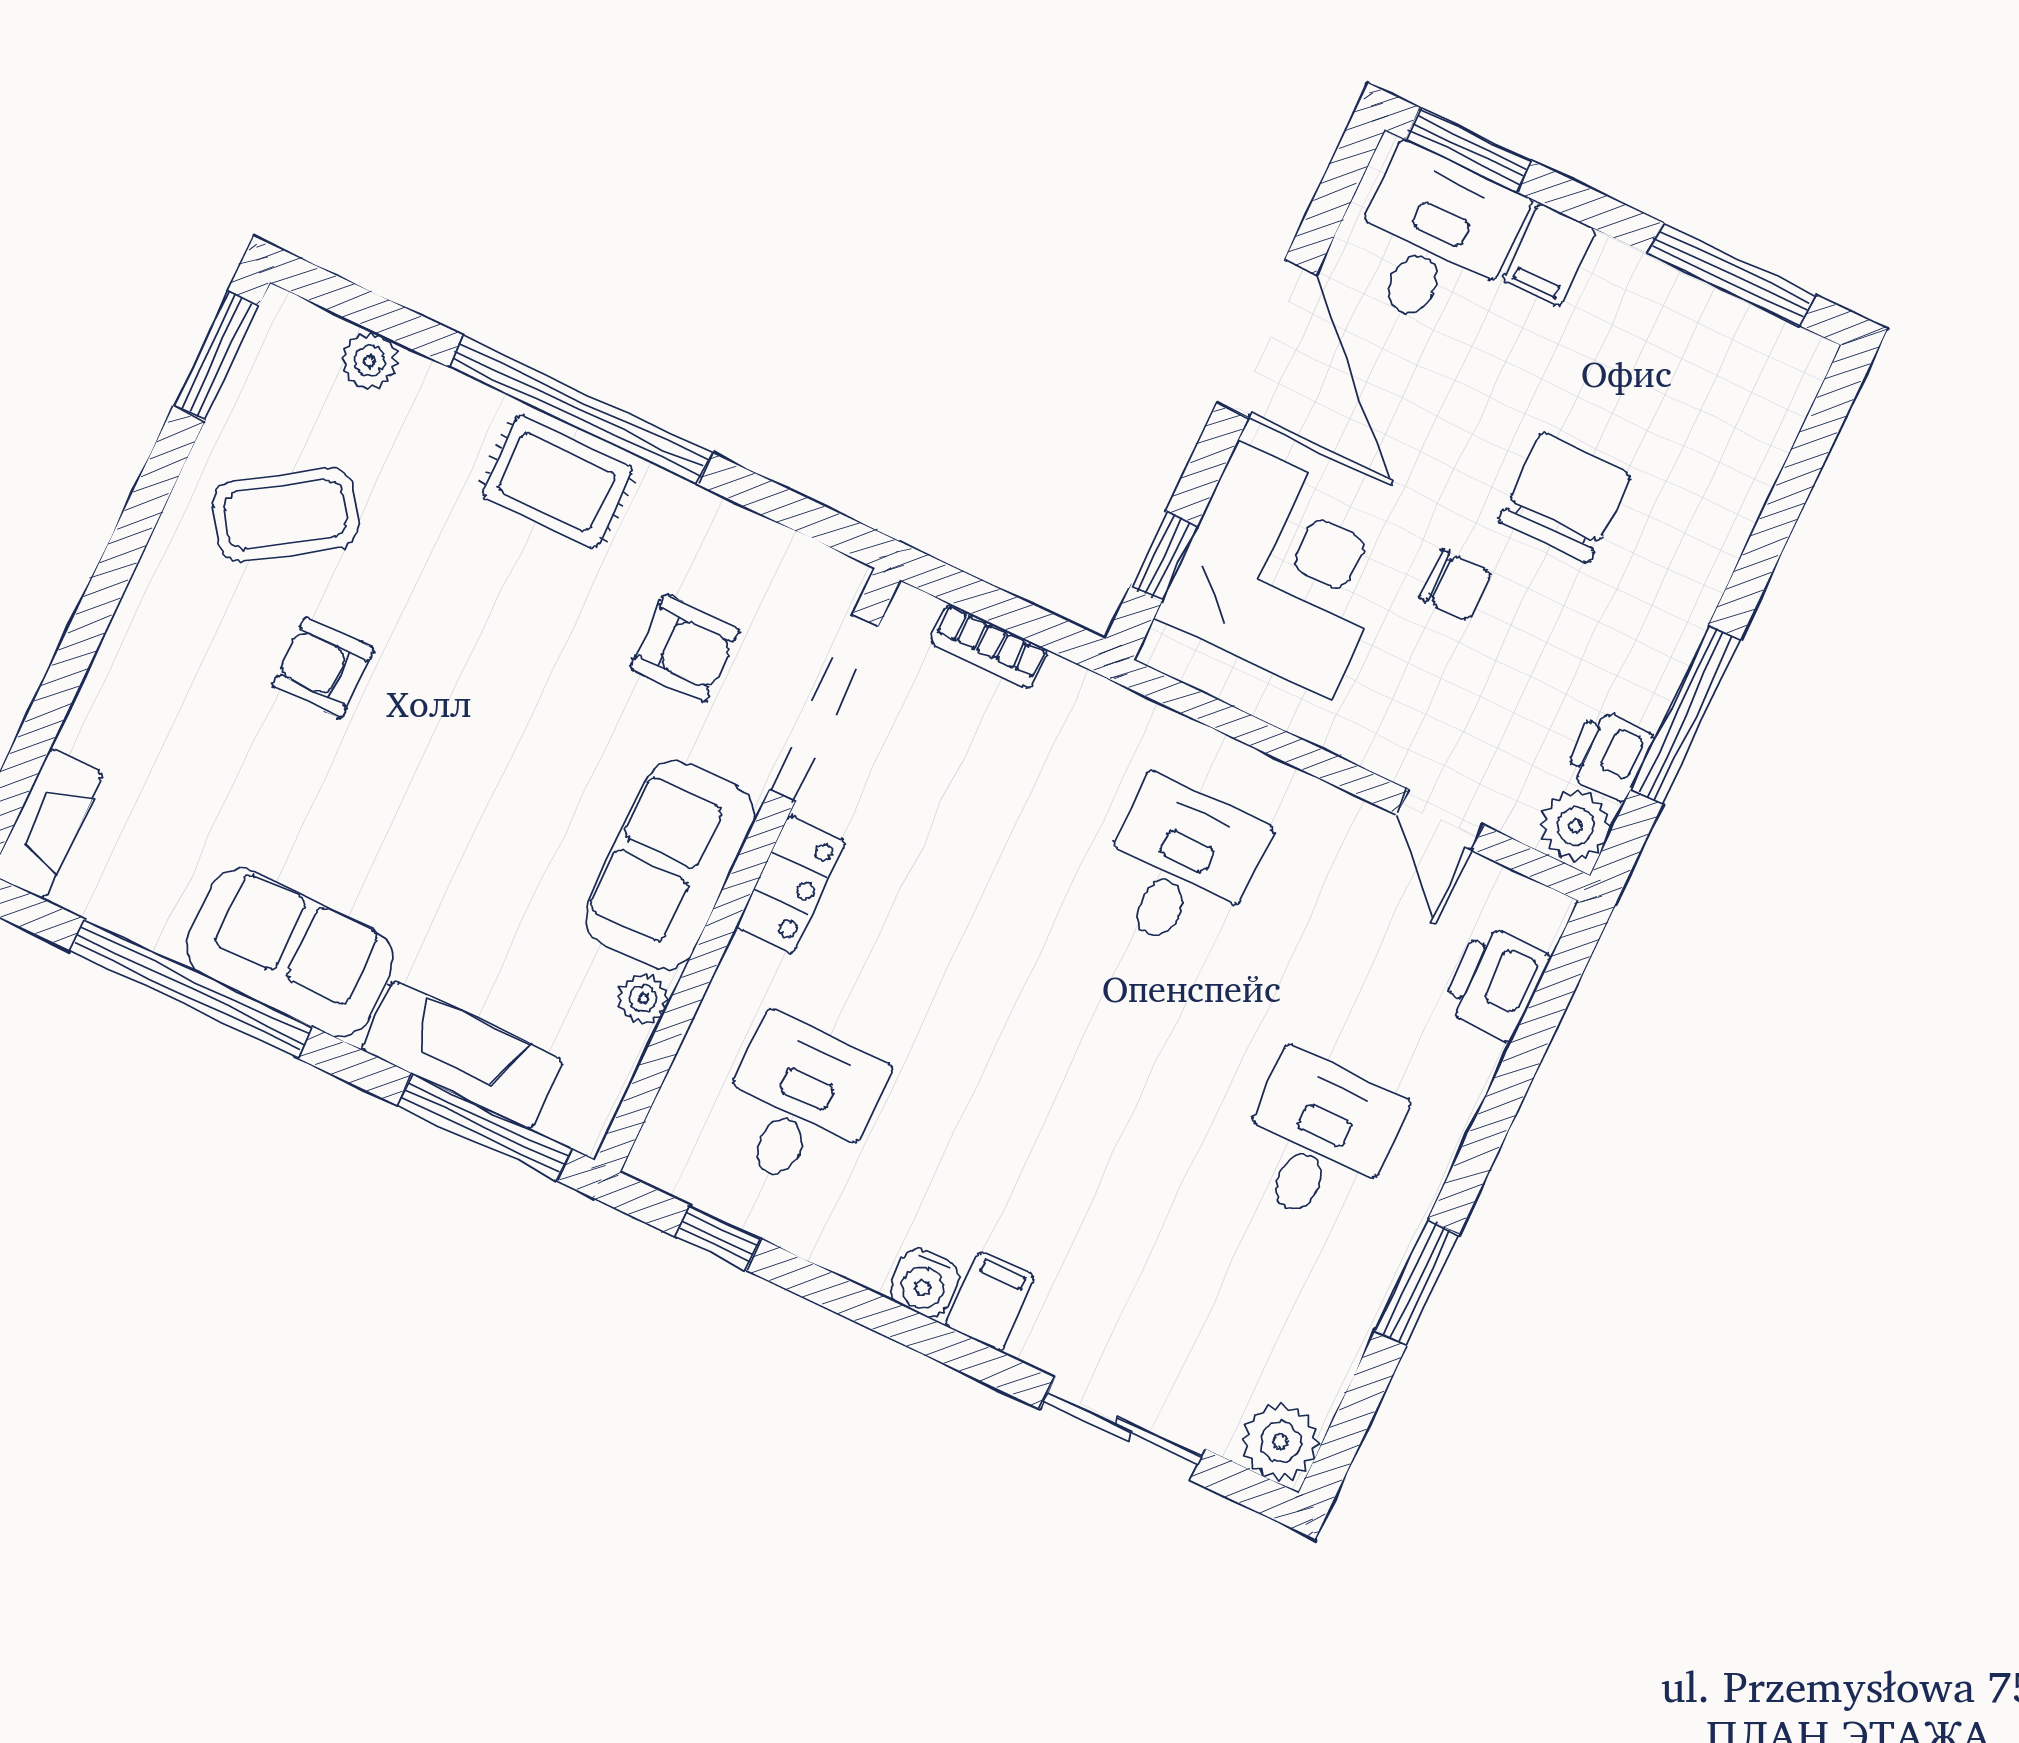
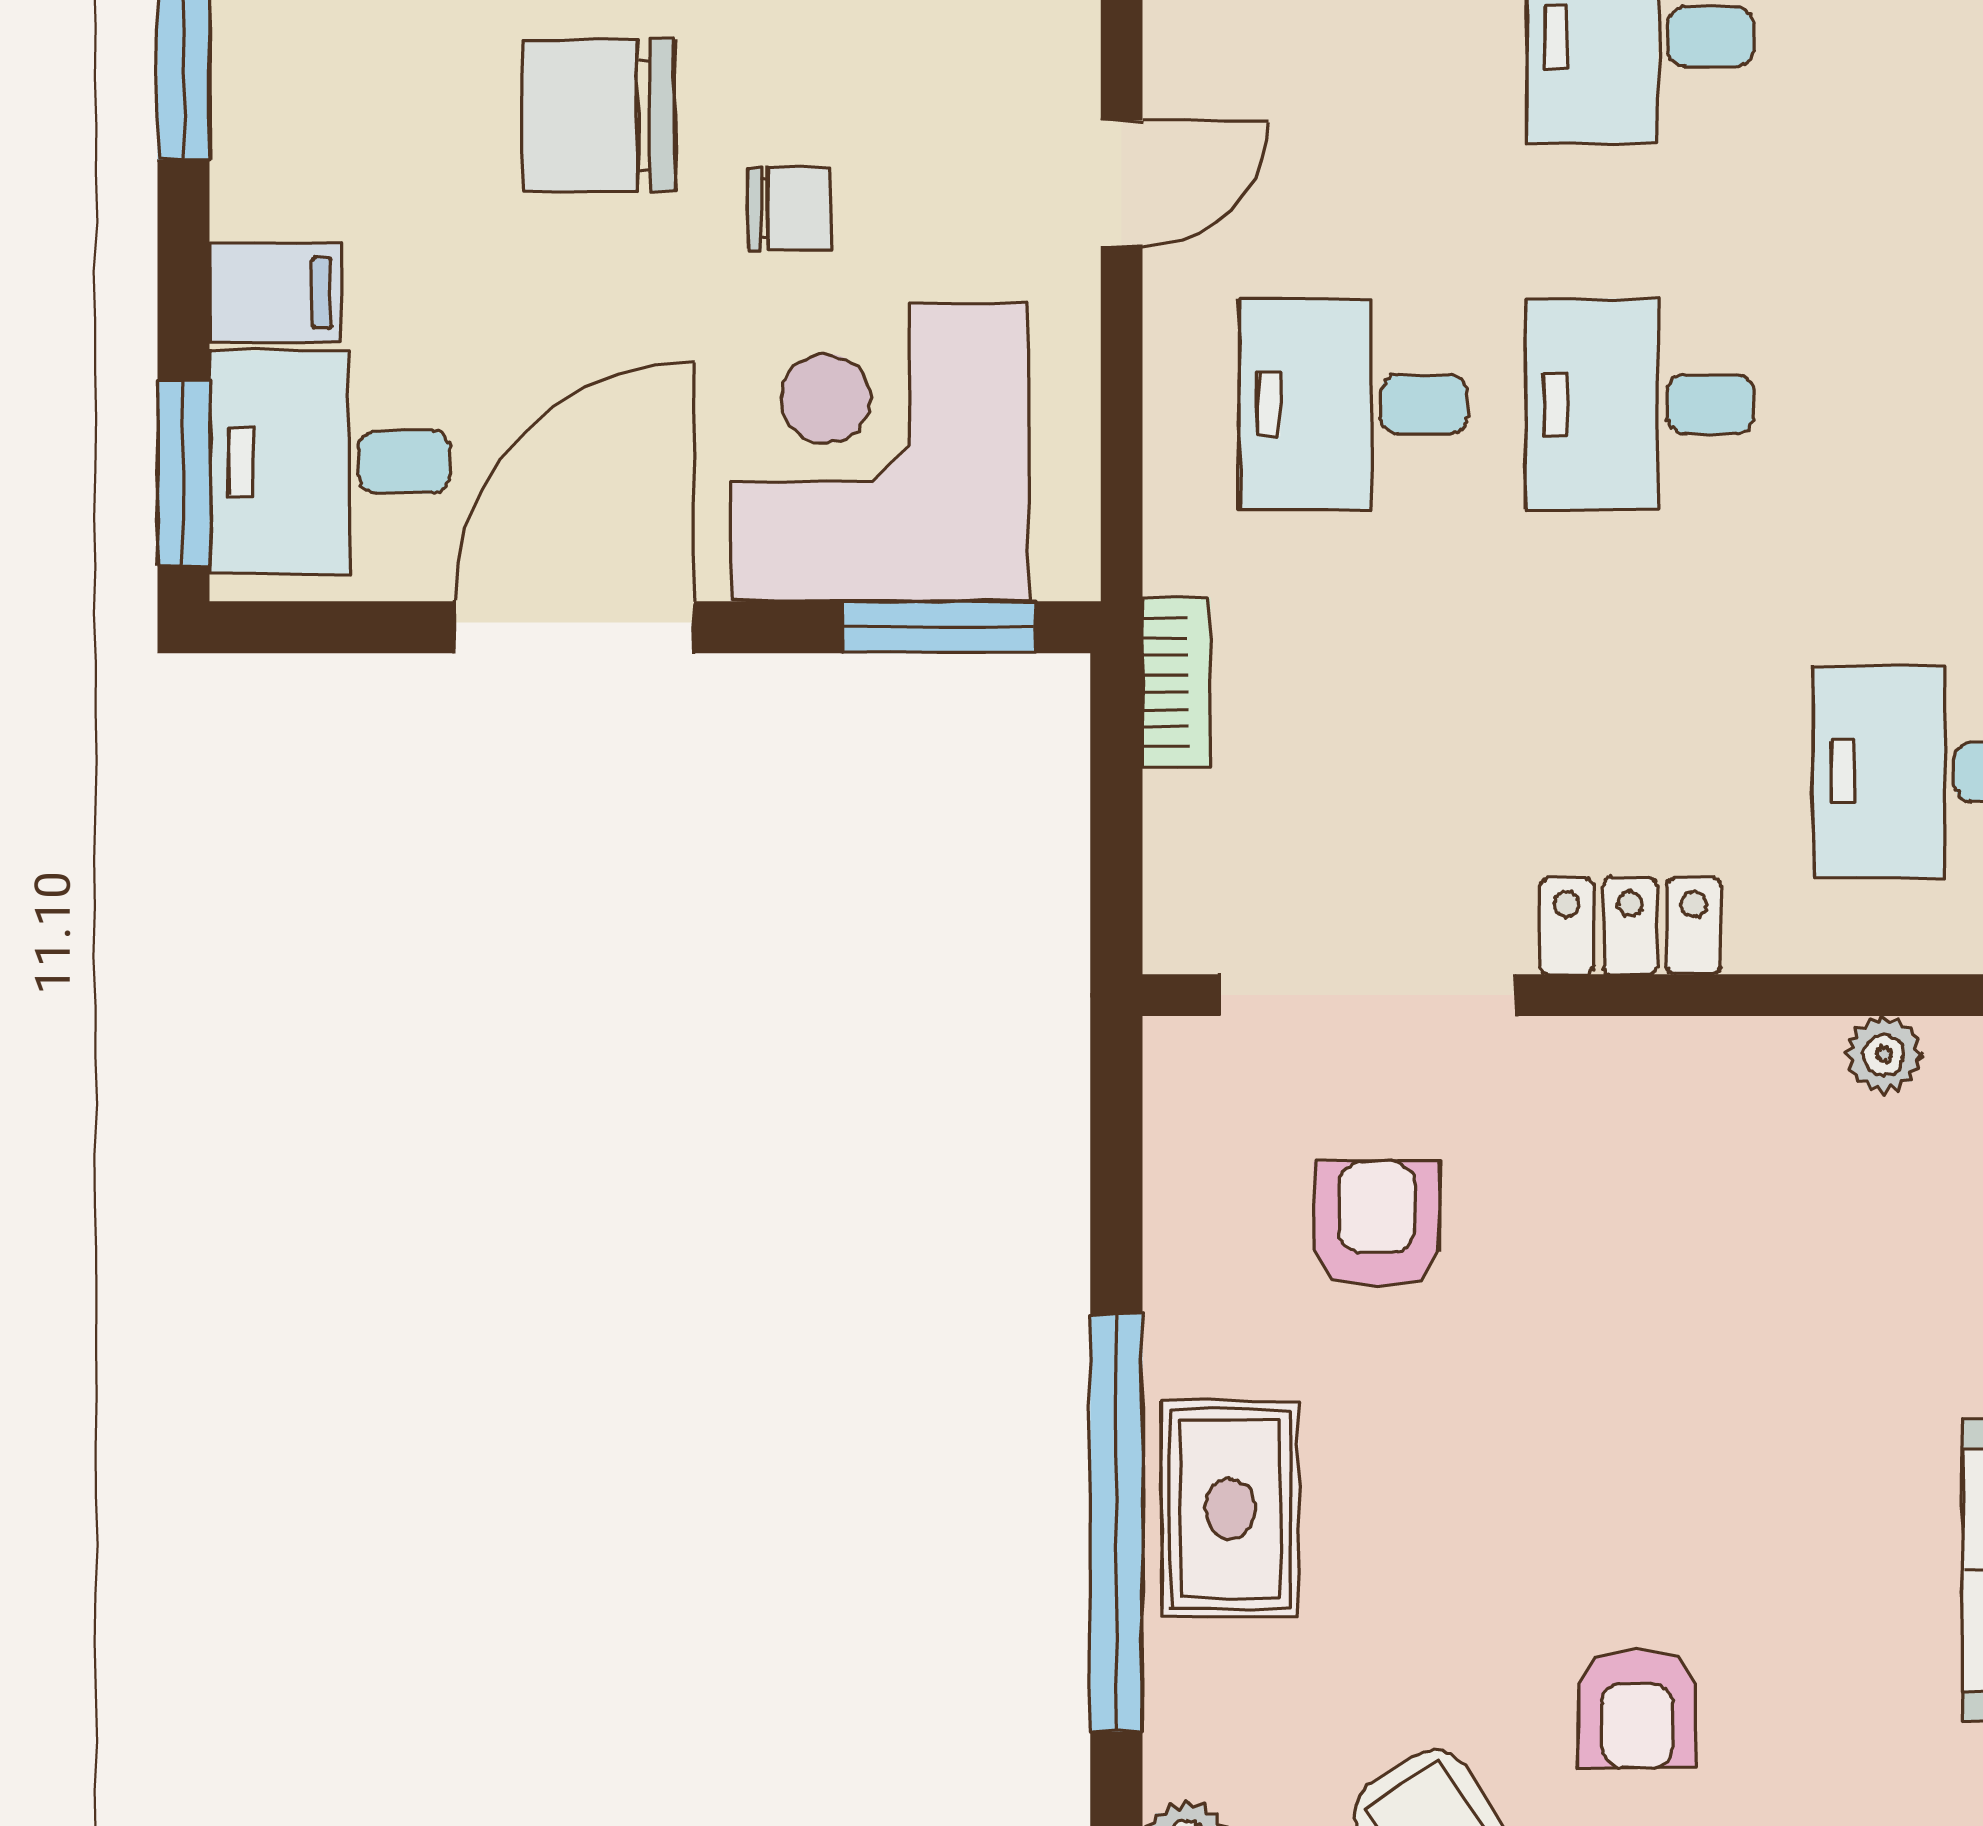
window: (1164, 556) -> (939, 627), width x1.50
chair: (1455, 585) -> (789, 209), turned 90
bookcase: (989, 647) -> (1176, 683), moved
door: (1440, 820) -> (1122, 183), moved
sofa: (670, 866) -> (1684, 1104), removed
desk: (1099, 1036) -> (1640, 404), added

